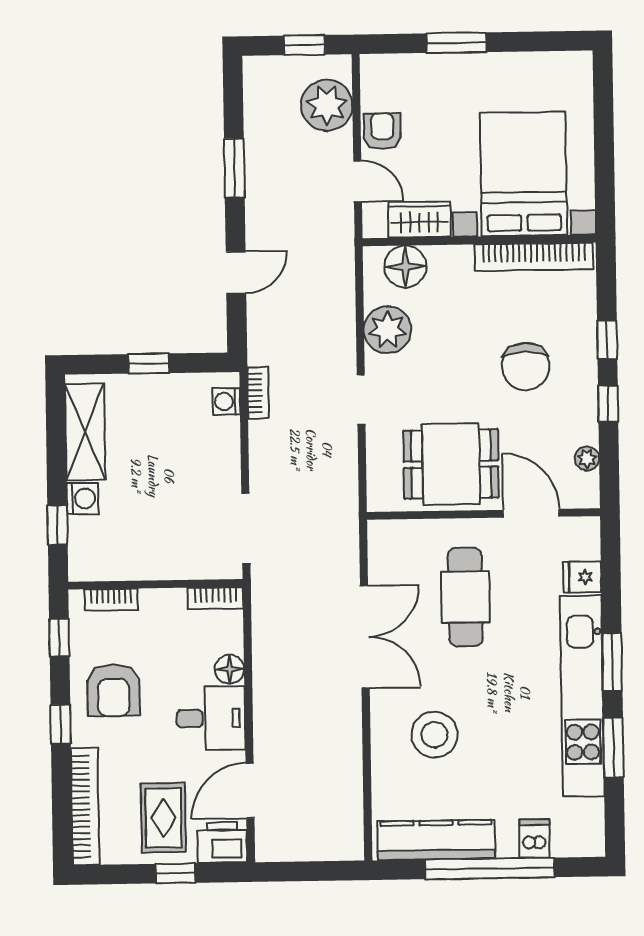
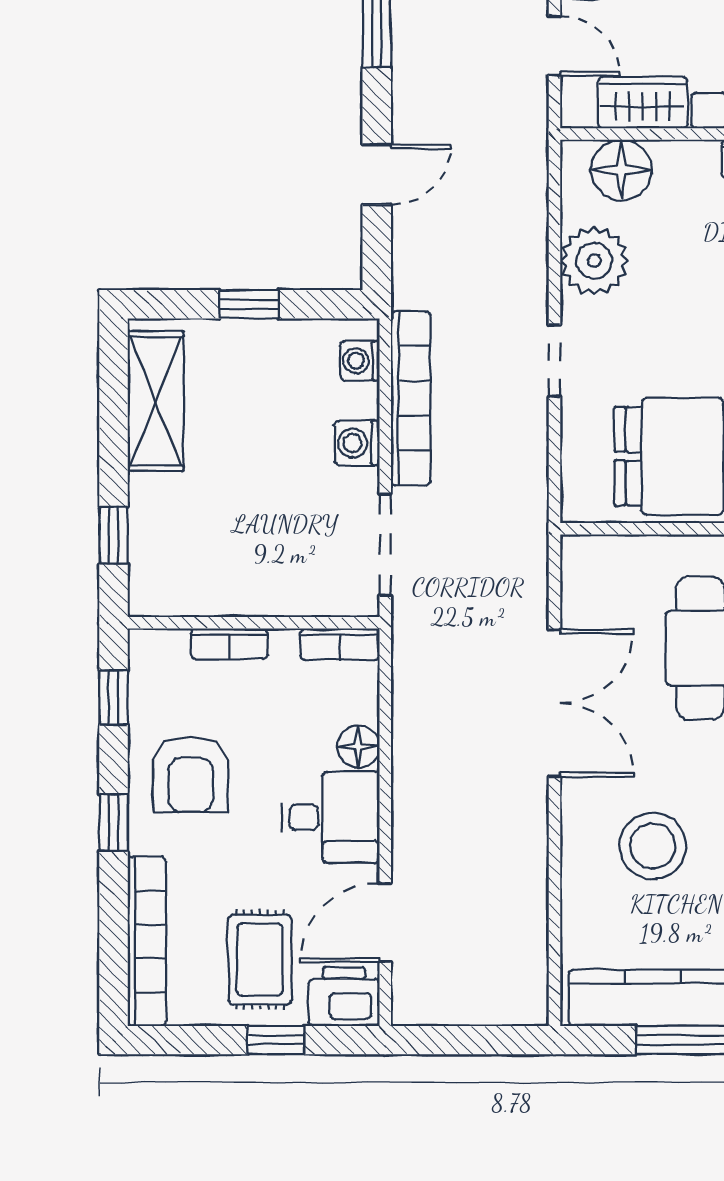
bookcase: (258, 393) -> (411, 398), width x2.31, depth x1.31
washing machine: (82, 498) -> (357, 443), moved, turned 180
bookcase: (111, 600) -> (229, 644), moved

